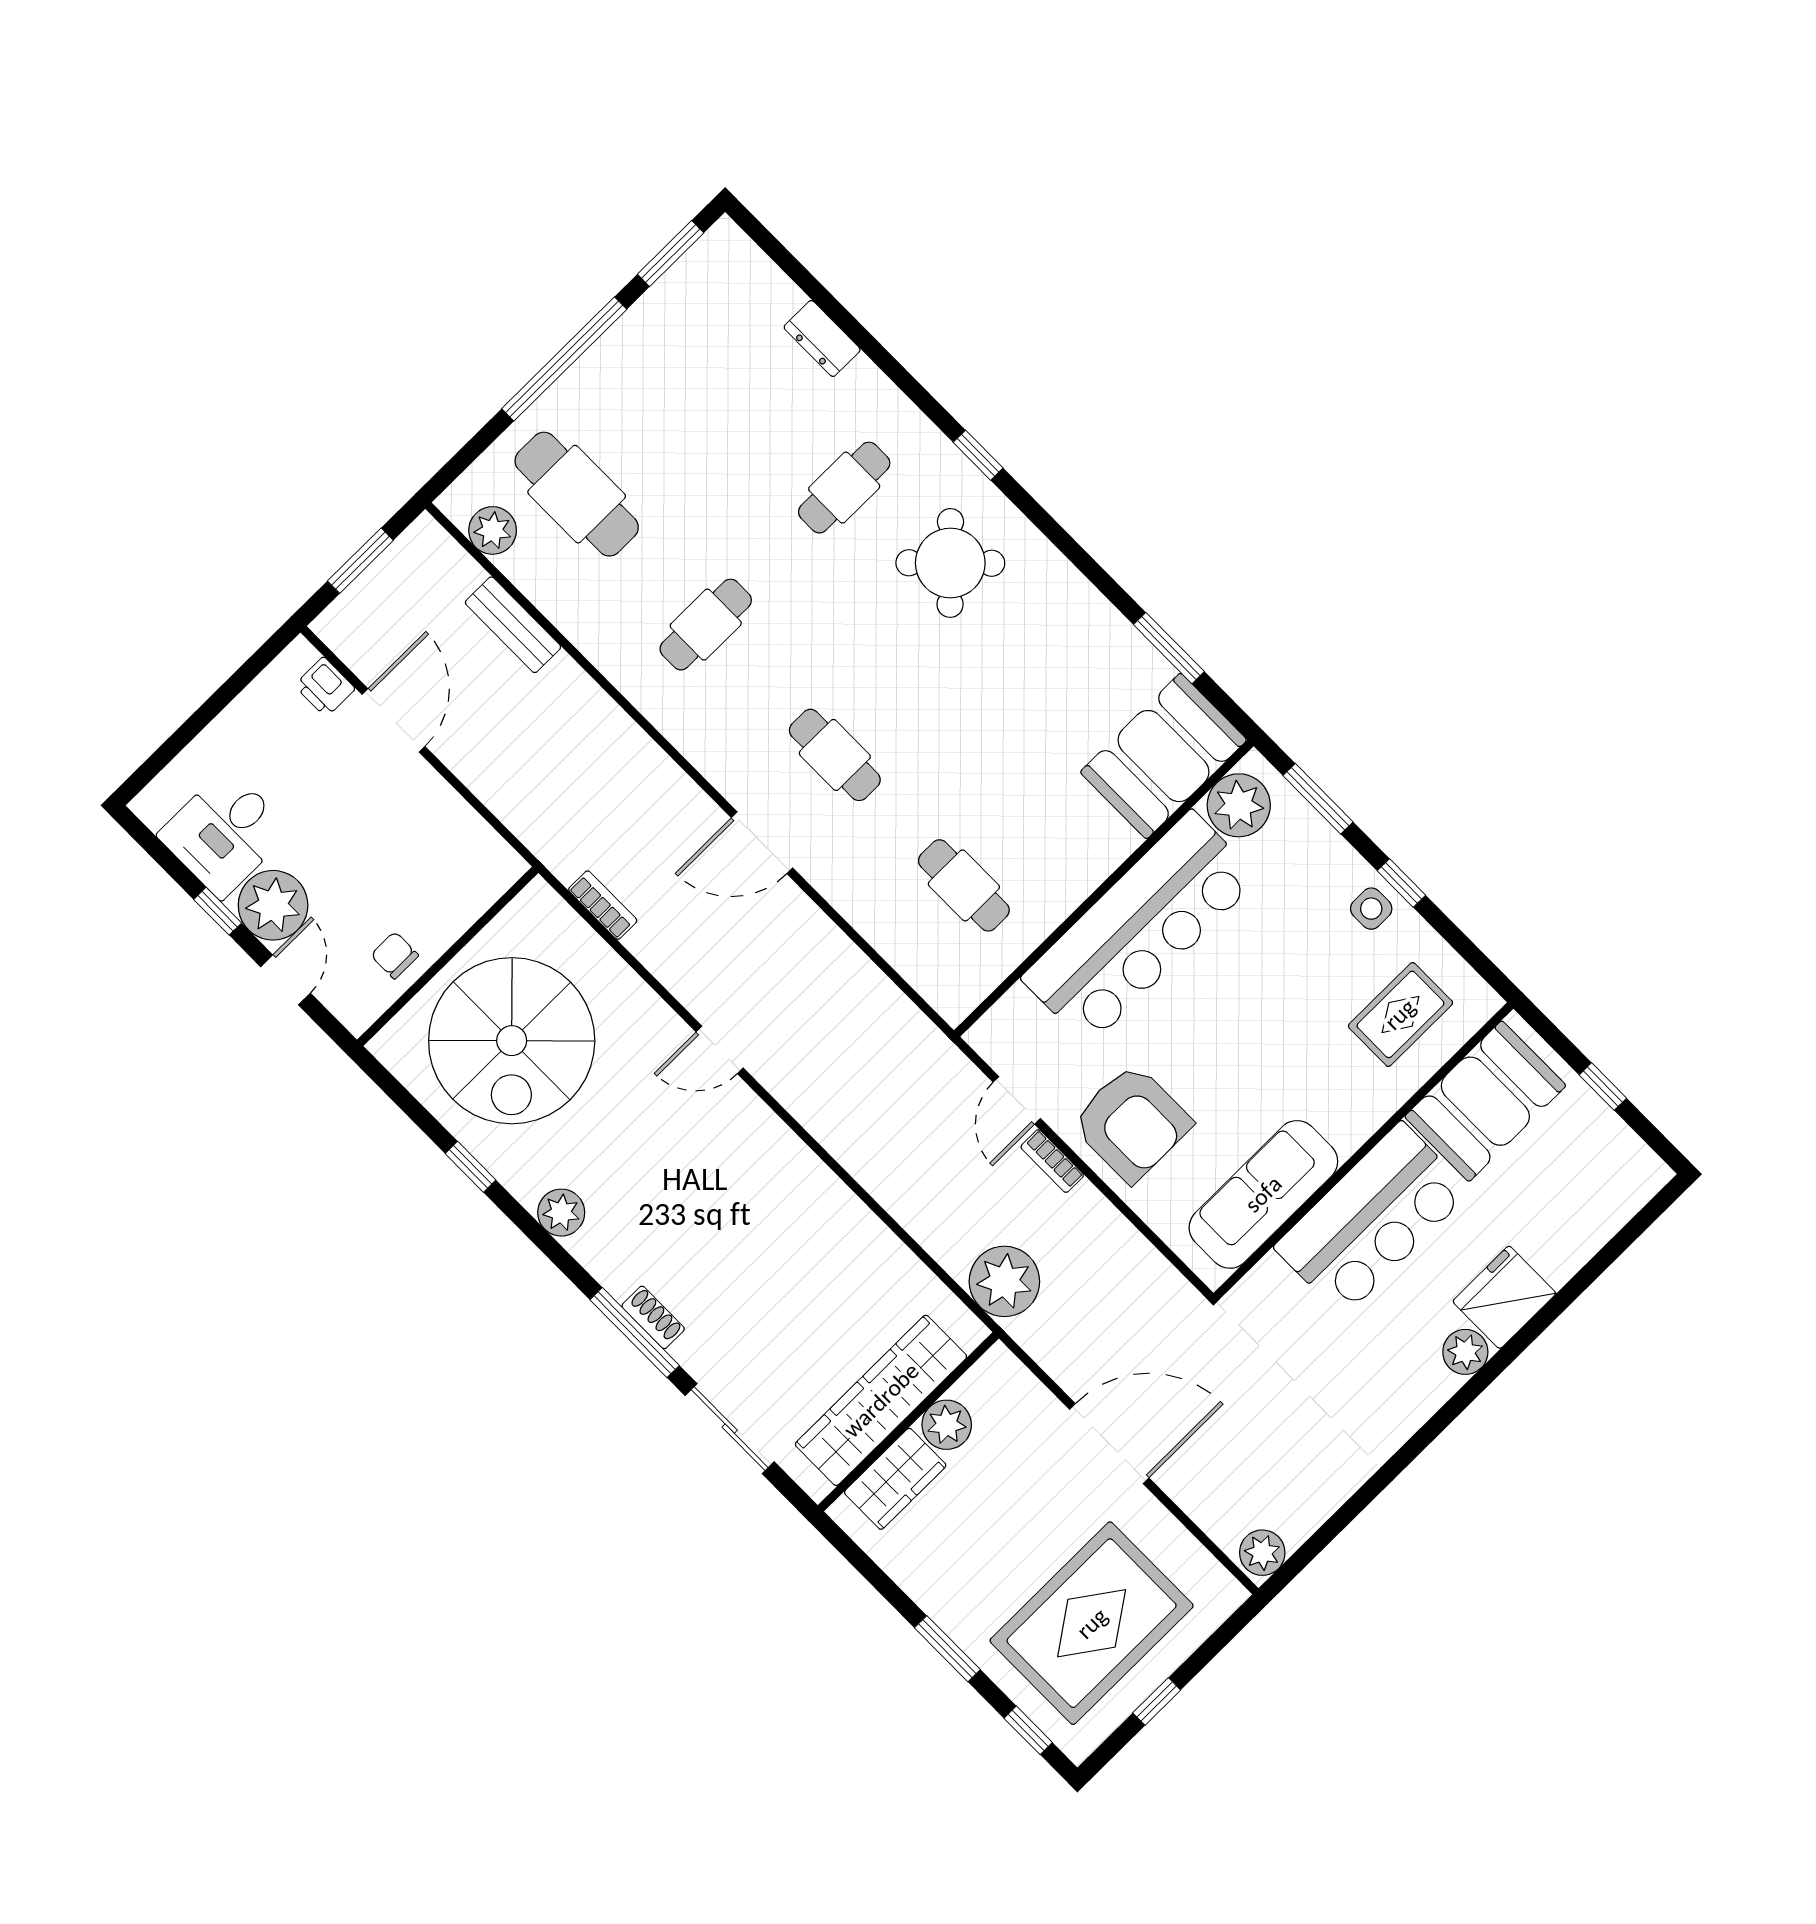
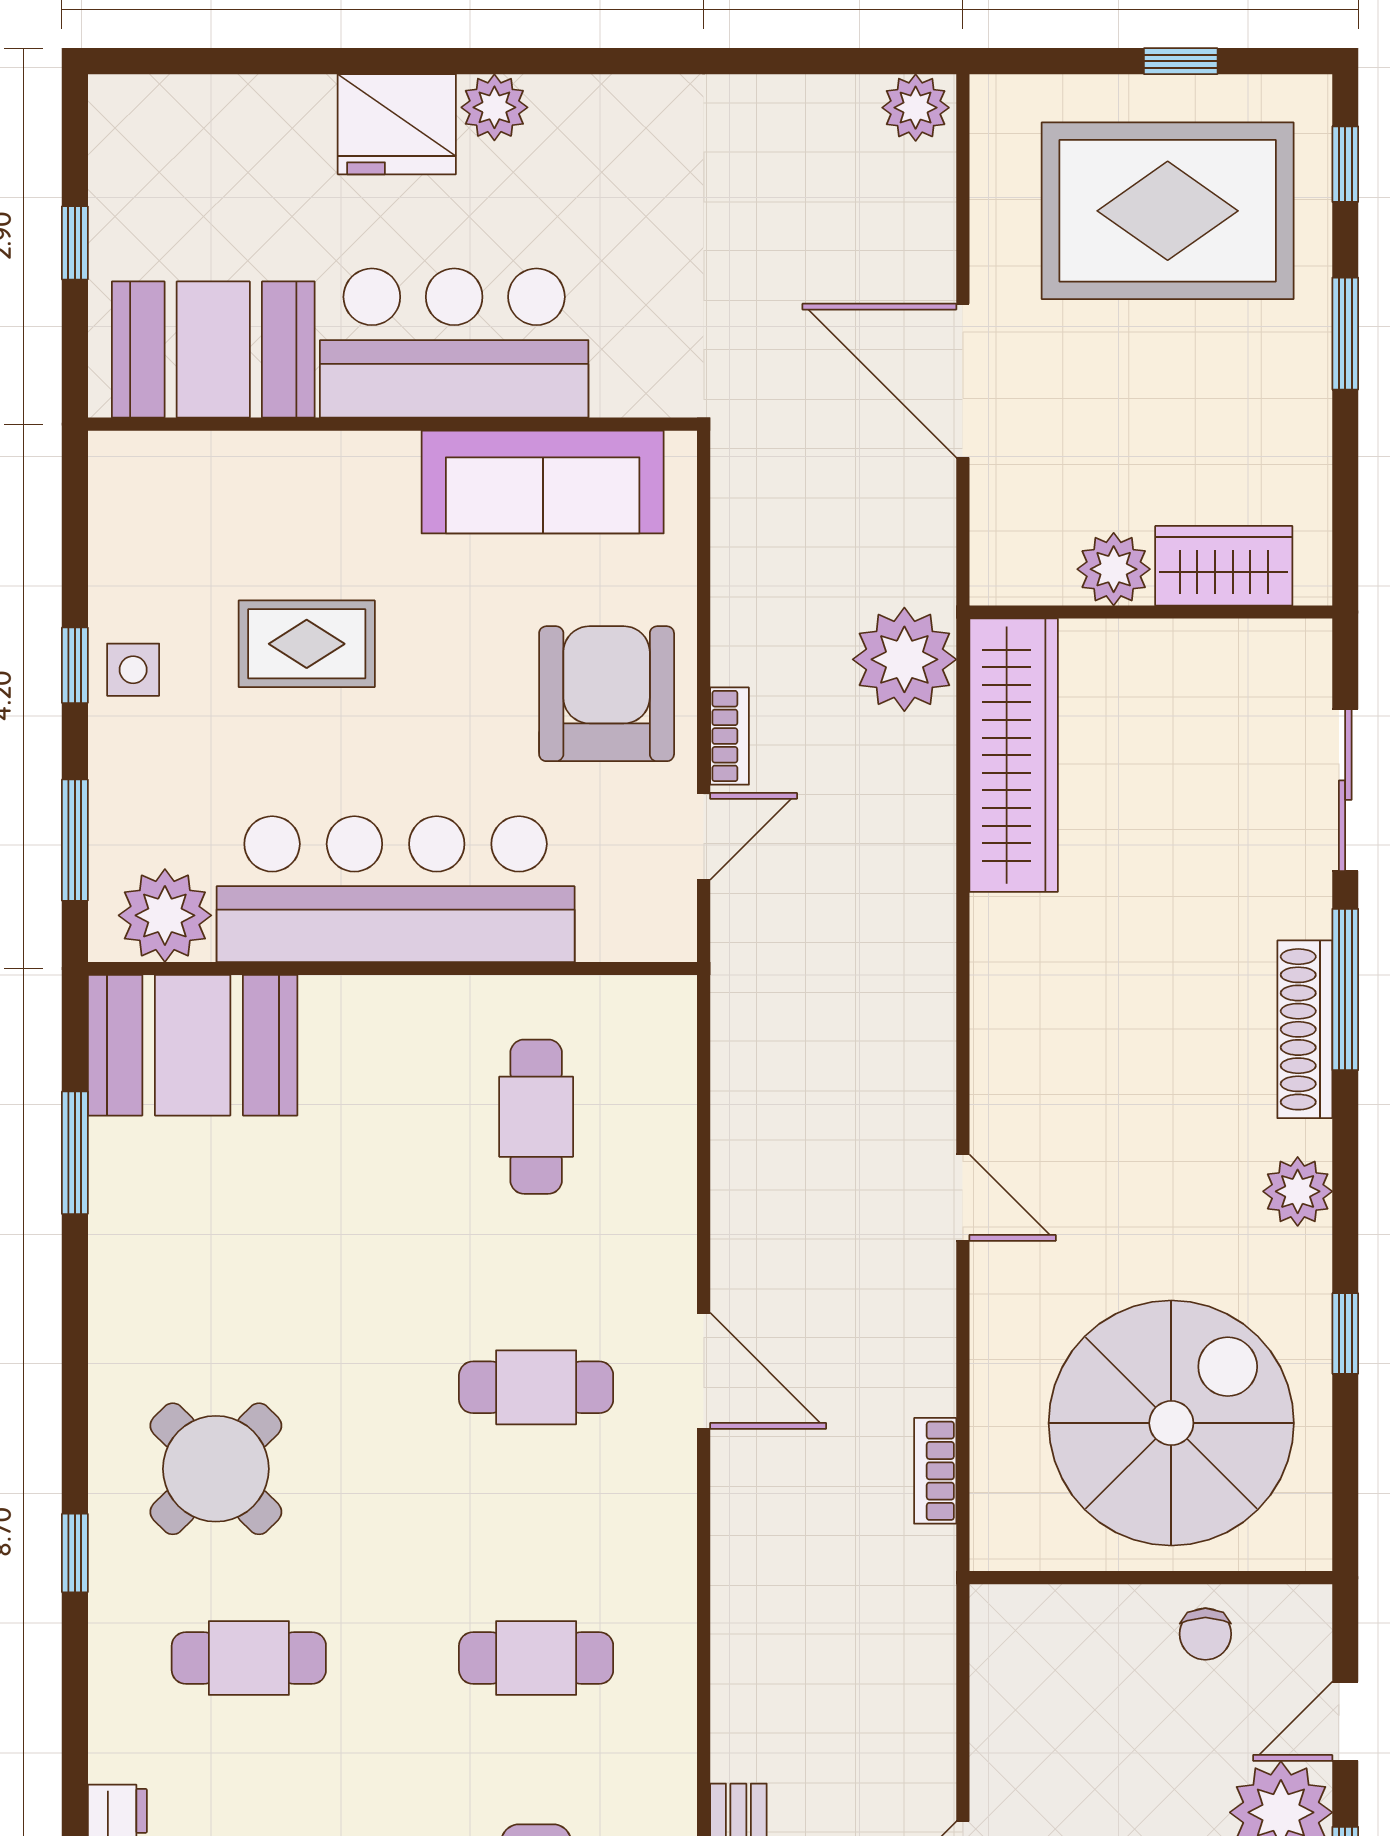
cafe table: (835, 755) -> (536, 1387), turned 90
rug: (1400, 1014) -> (307, 644), moved
shoe rack: (653, 1317) -> (1305, 1029), width x1.94, depth x1.24
wardrobe: (881, 1400) -> (1014, 755), moved, turned -90

